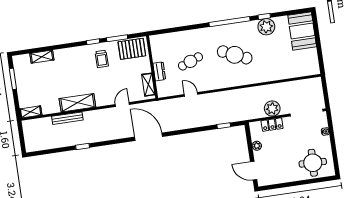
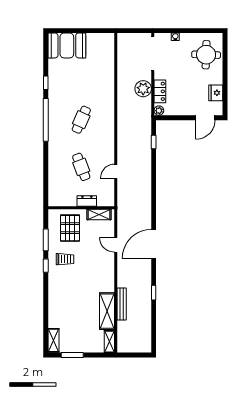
plant: (266, 27) -> (57, 82), removed
pallet: (132, 49) -> (70, 228), moved
cafe table: (235, 55) -> (81, 120), width x0.73, depth x0.74
shelving: (42, 57) -> (53, 340), moved
shelving: (77, 103) -> (107, 311), moved
door: (149, 137) -> (154, 244), moved
plant: (257, 146) -> (159, 111), moved
fridge: (278, 177) -> (216, 93), added

